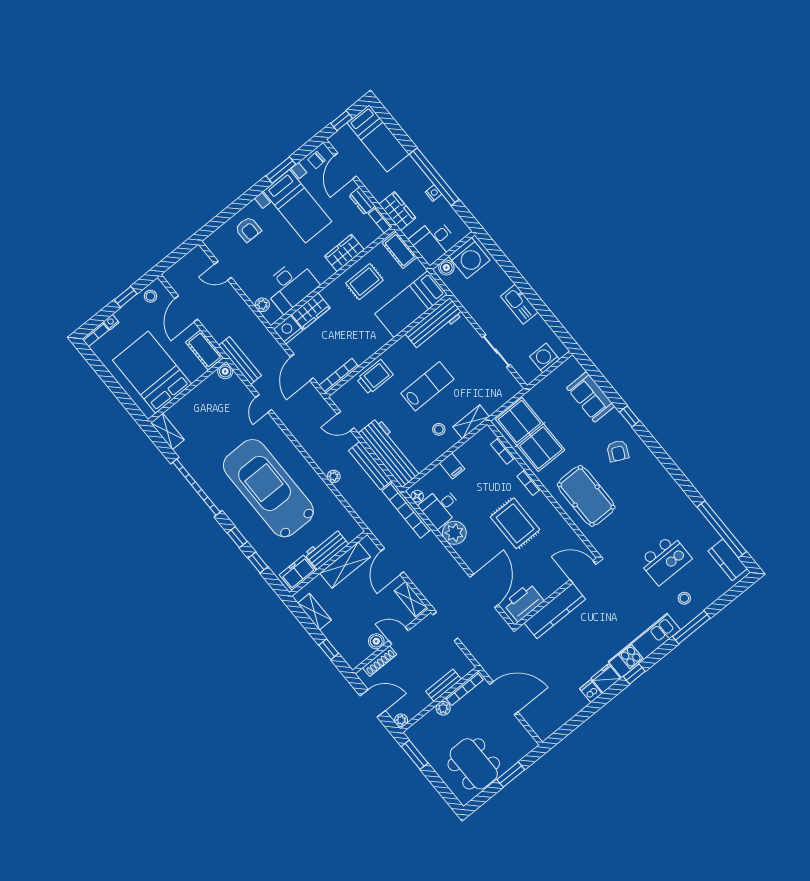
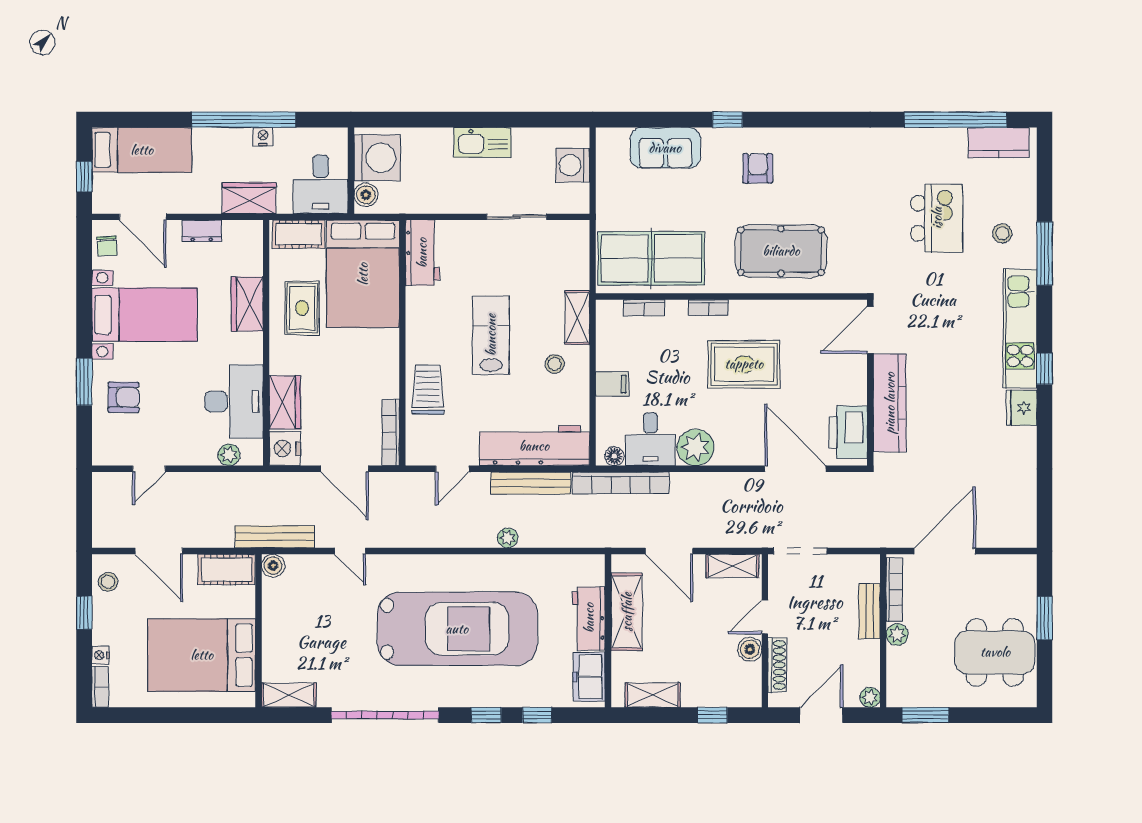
window: (281, 170) -> (84, 382), moved
bookcase: (380, 220) -> (243, 228), removed
bed: (411, 304) -> (363, 274), width x1.50
workbench: (434, 324) -> (422, 253), width x0.73
armchair: (618, 451) -> (758, 168), turned -116
car: (268, 488) -> (457, 629), turned 180
dishwasher: (591, 691) -> (1022, 439), removed

